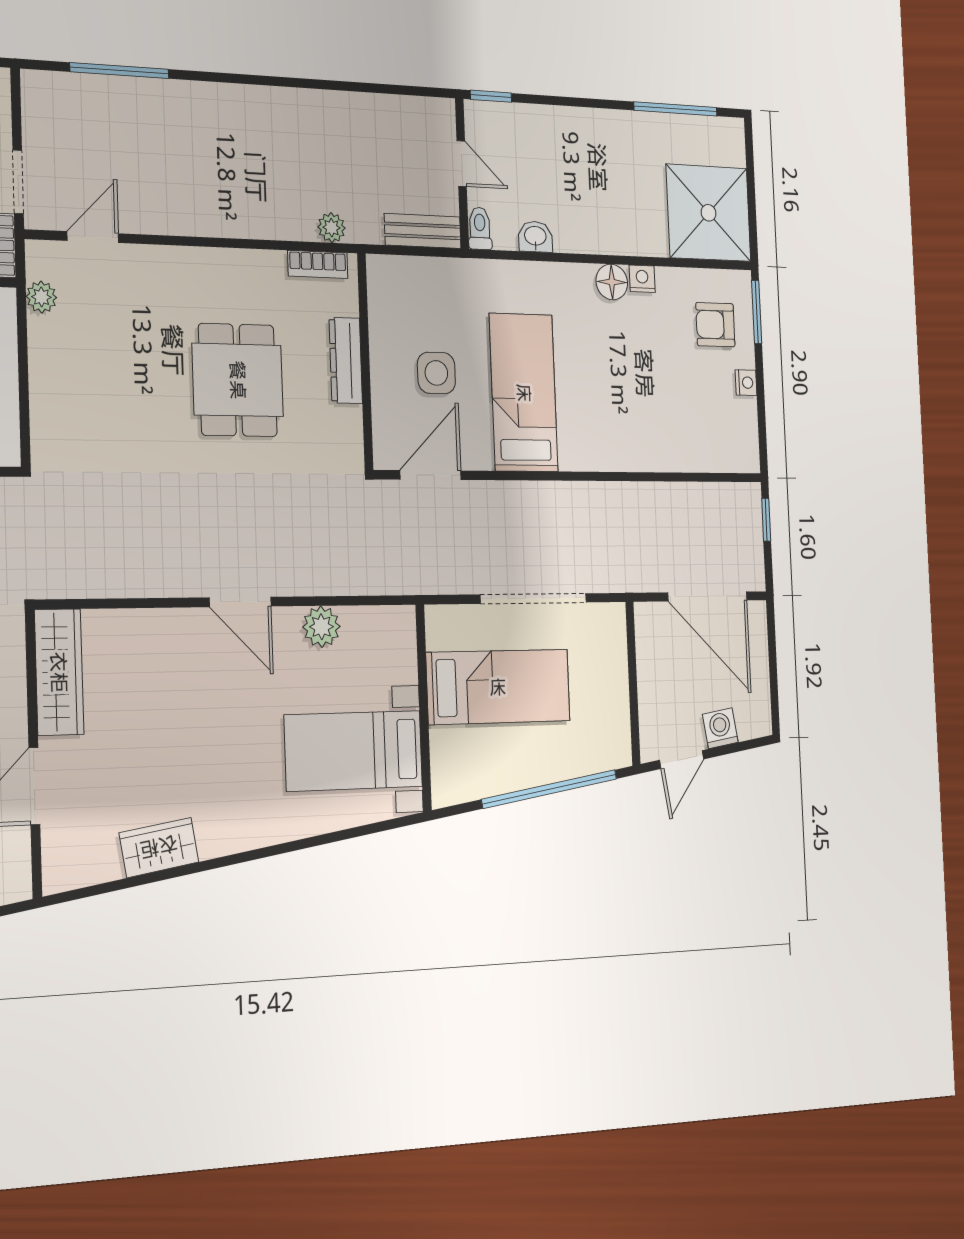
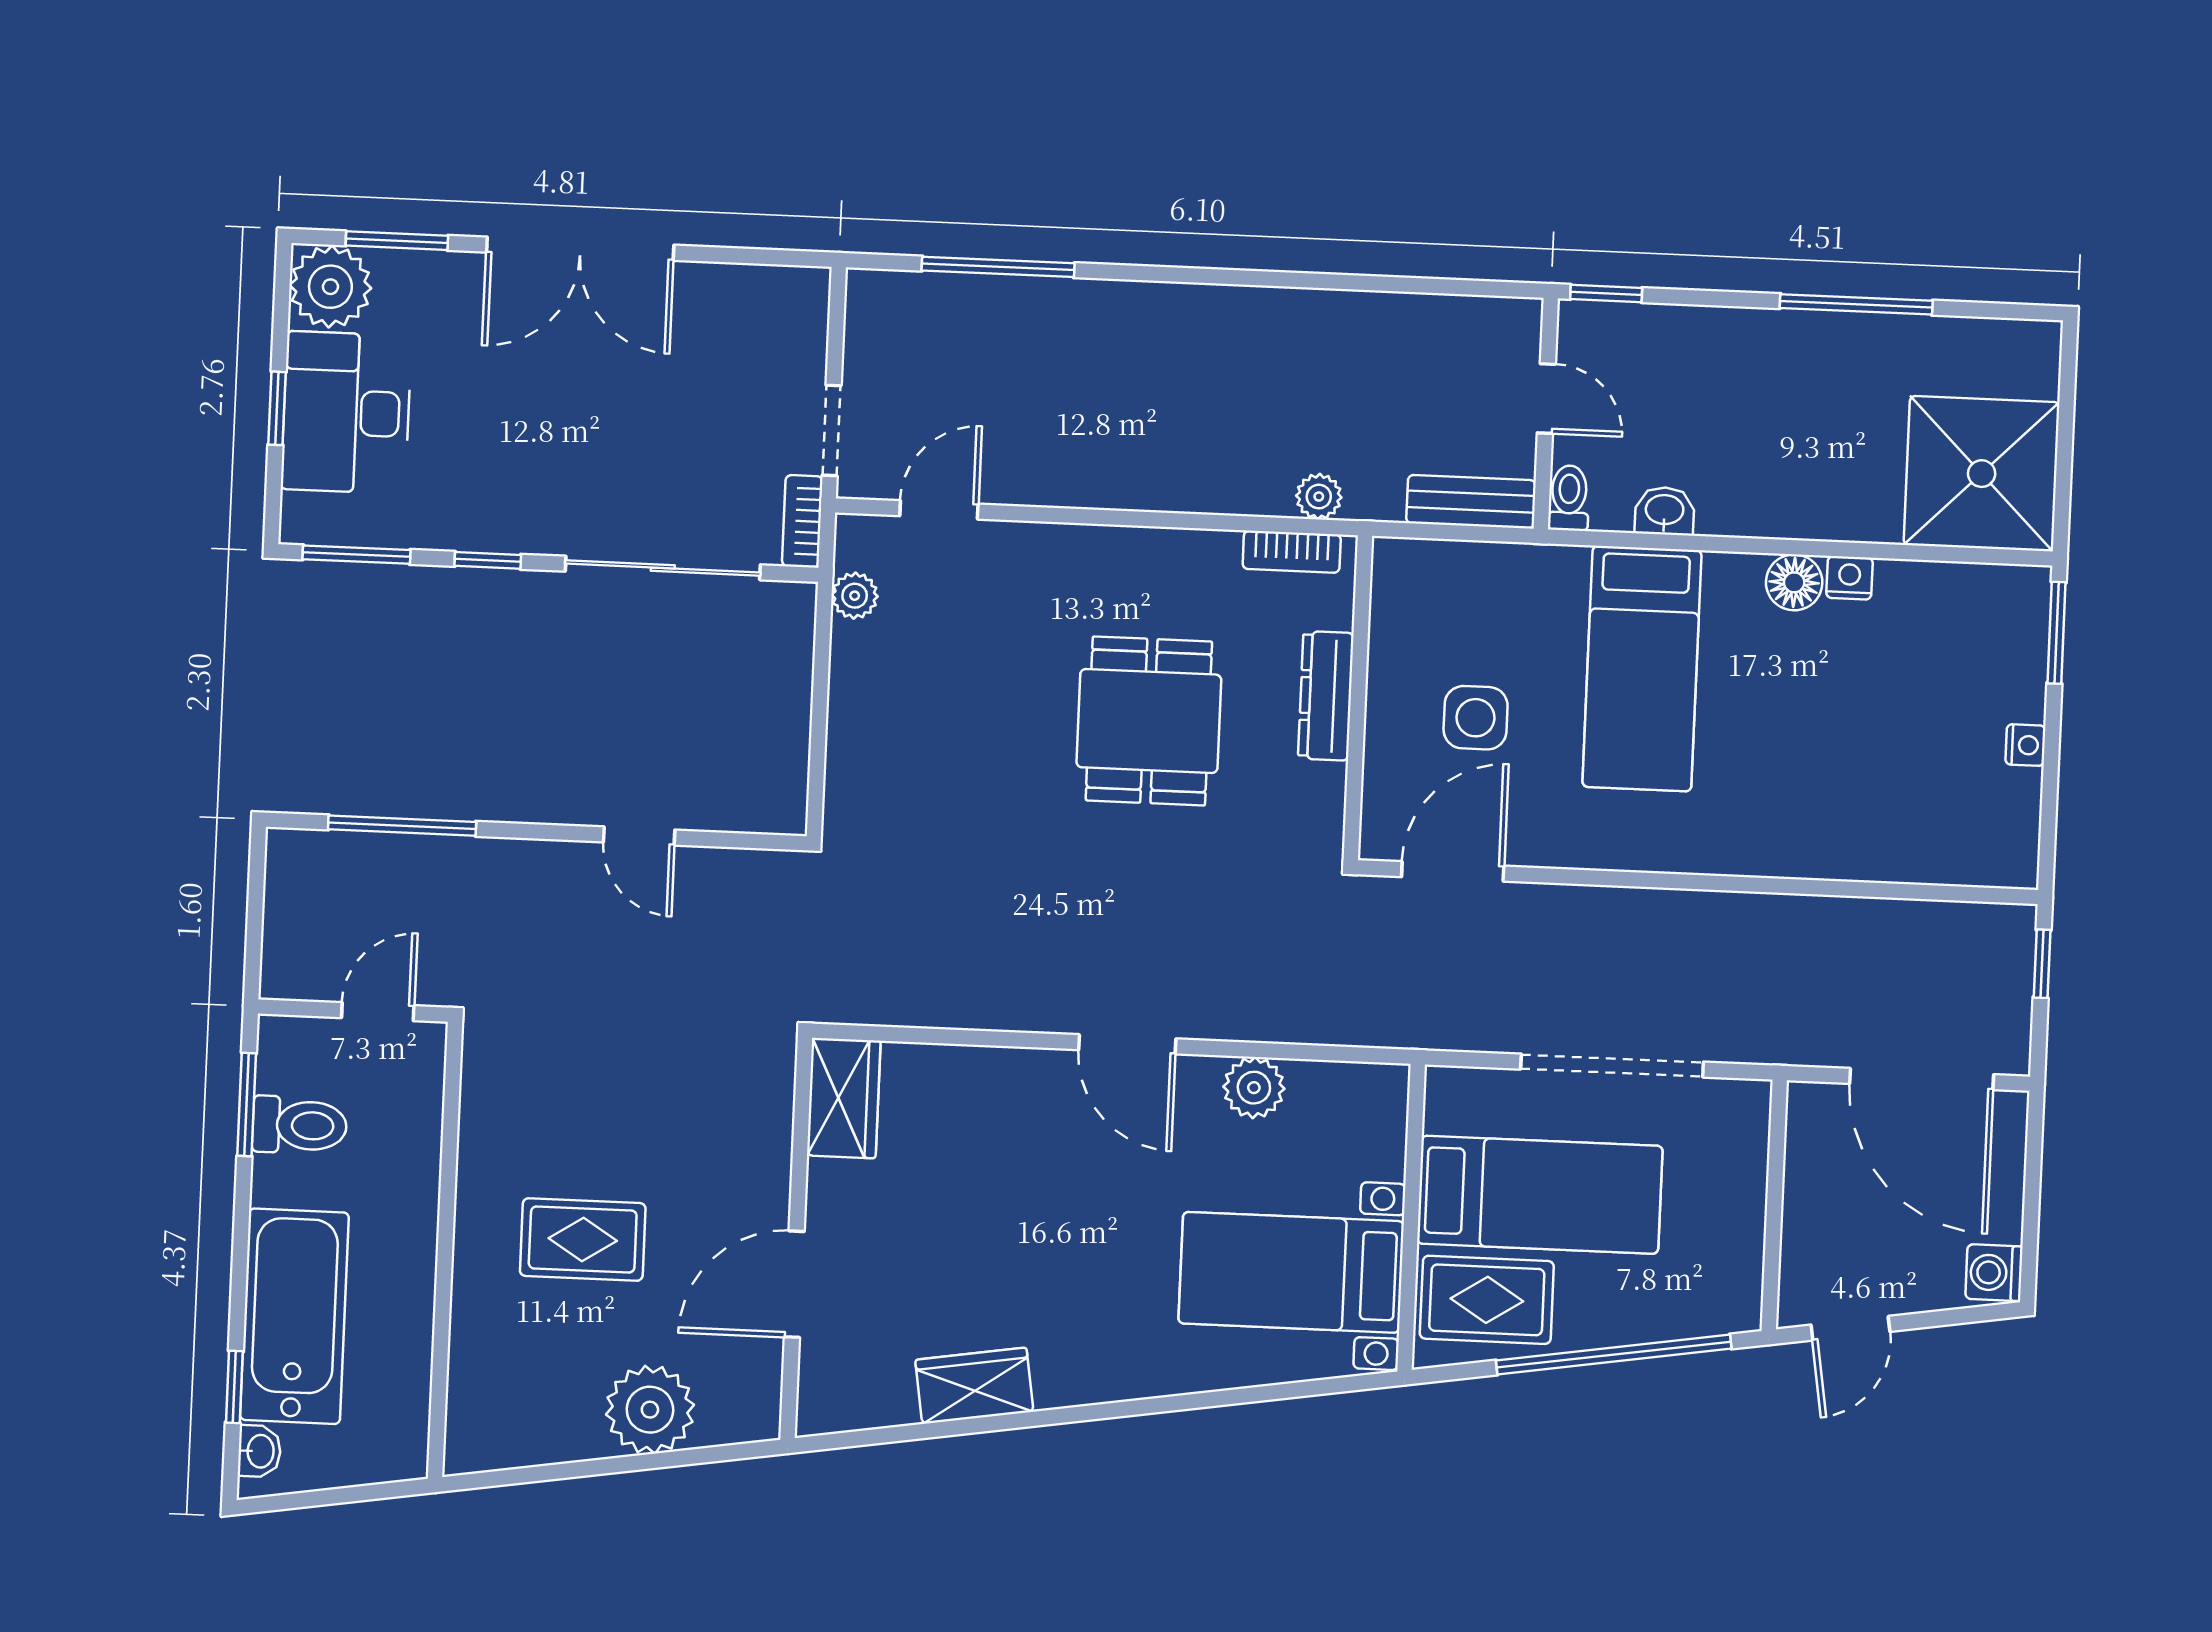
window: (676, 109) -> (1856, 304), moved
armchair: (715, 325) -> (1977, 652), removed
bed: (524, 393) -> (1642, 669), moved, turned 180
wardrobe: (59, 672) -> (844, 1098), width x0.67
washing machine: (720, 728) -> (1994, 1273), moved, turned -81
rug: (473, 759) -> (1487, 1300), added

